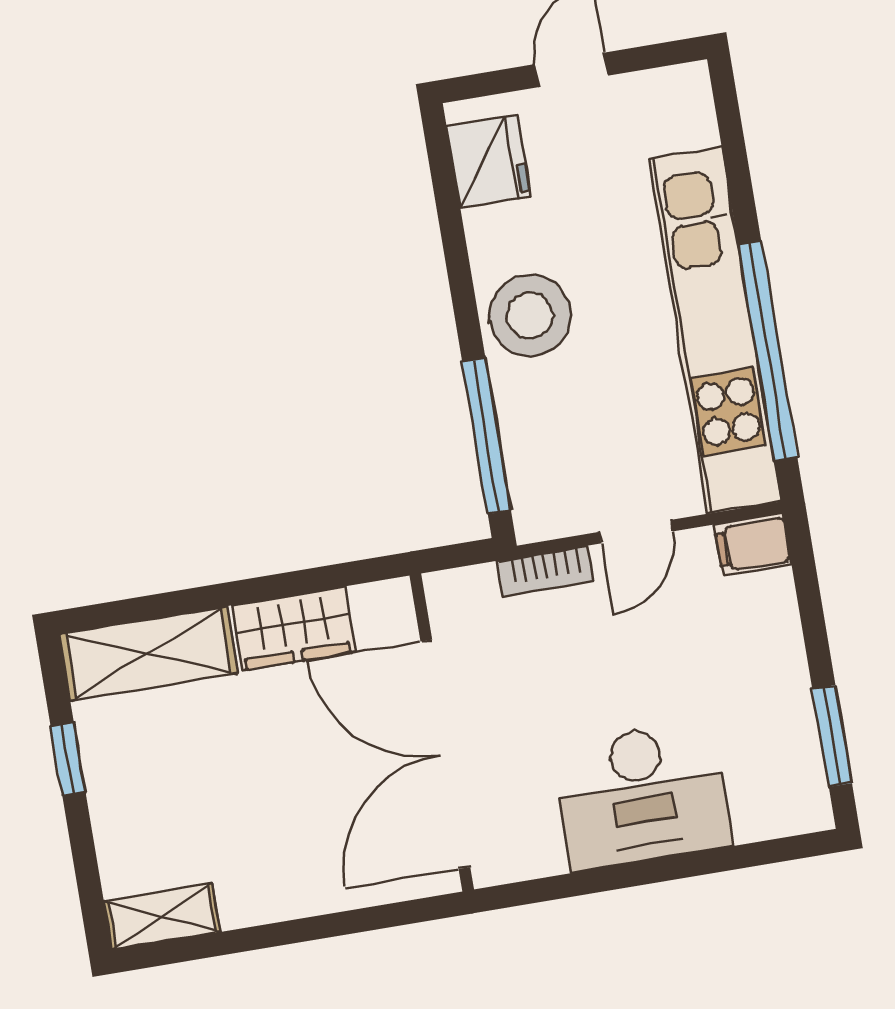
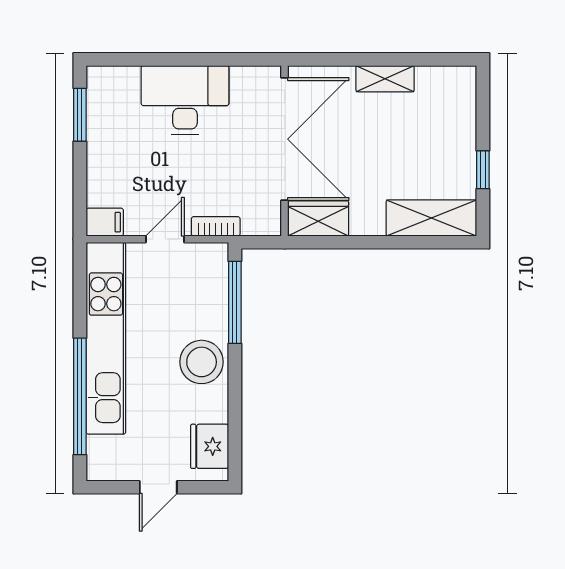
window: (768, 351) -> (80, 396), moved
wardrobe: (293, 629) -> (318, 218), moved
shelving: (162, 917) -> (385, 79), moved

